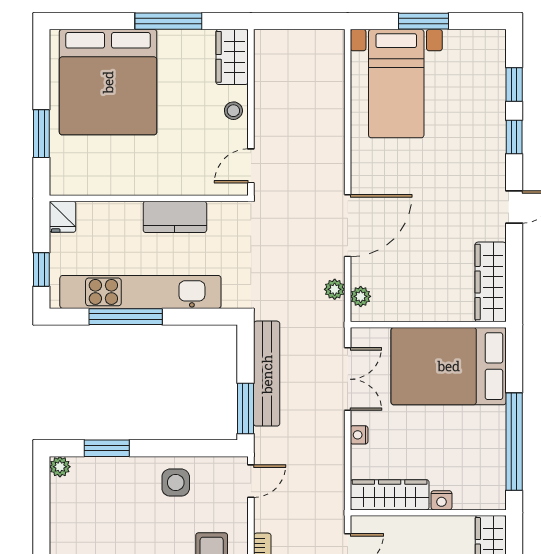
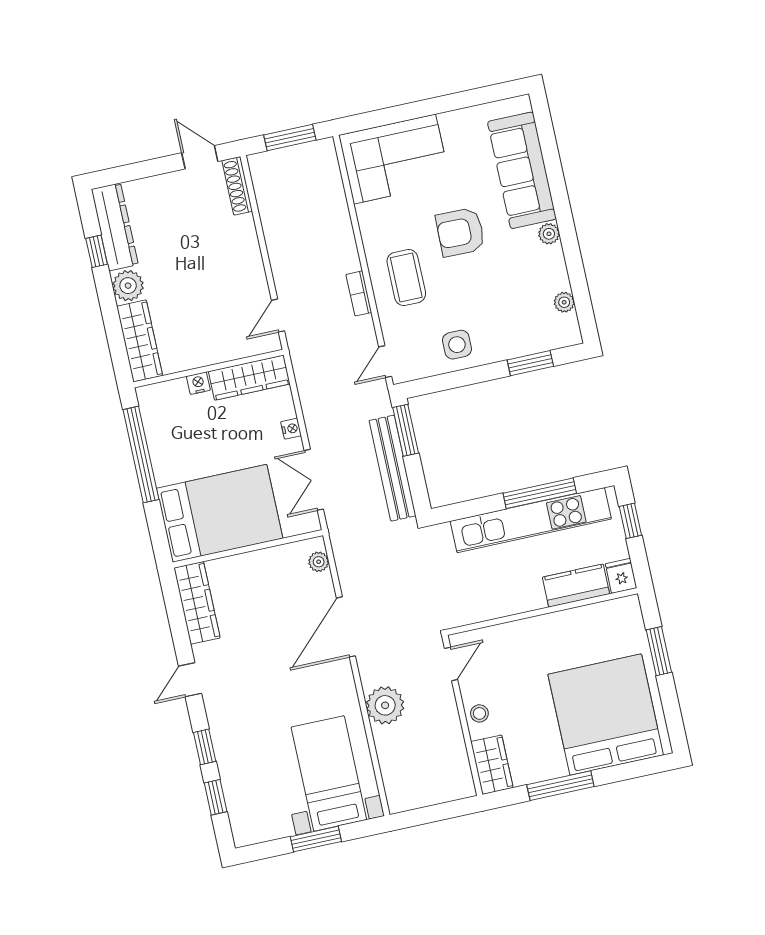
kitchen counter: (175, 217) -> (576, 586), moved
plant: (335, 289) -> (385, 705), moved, width x1.87, depth x1.87
plant: (60, 467) -> (564, 302), moved

